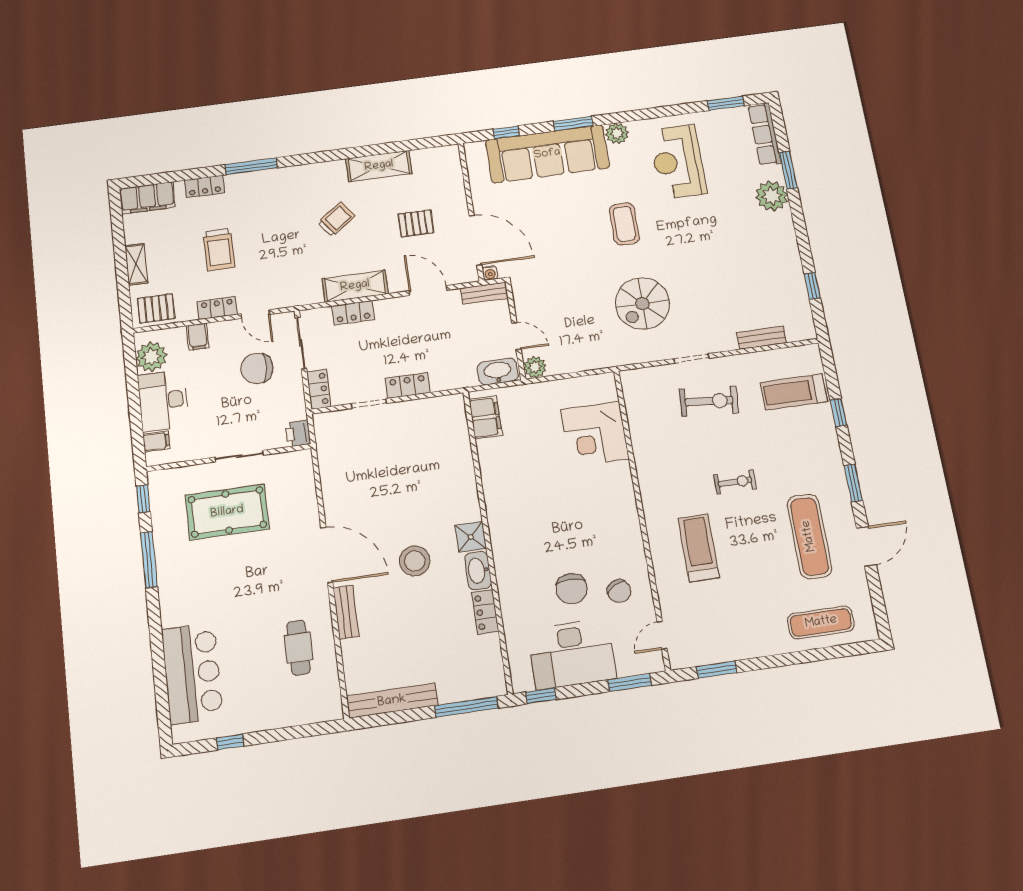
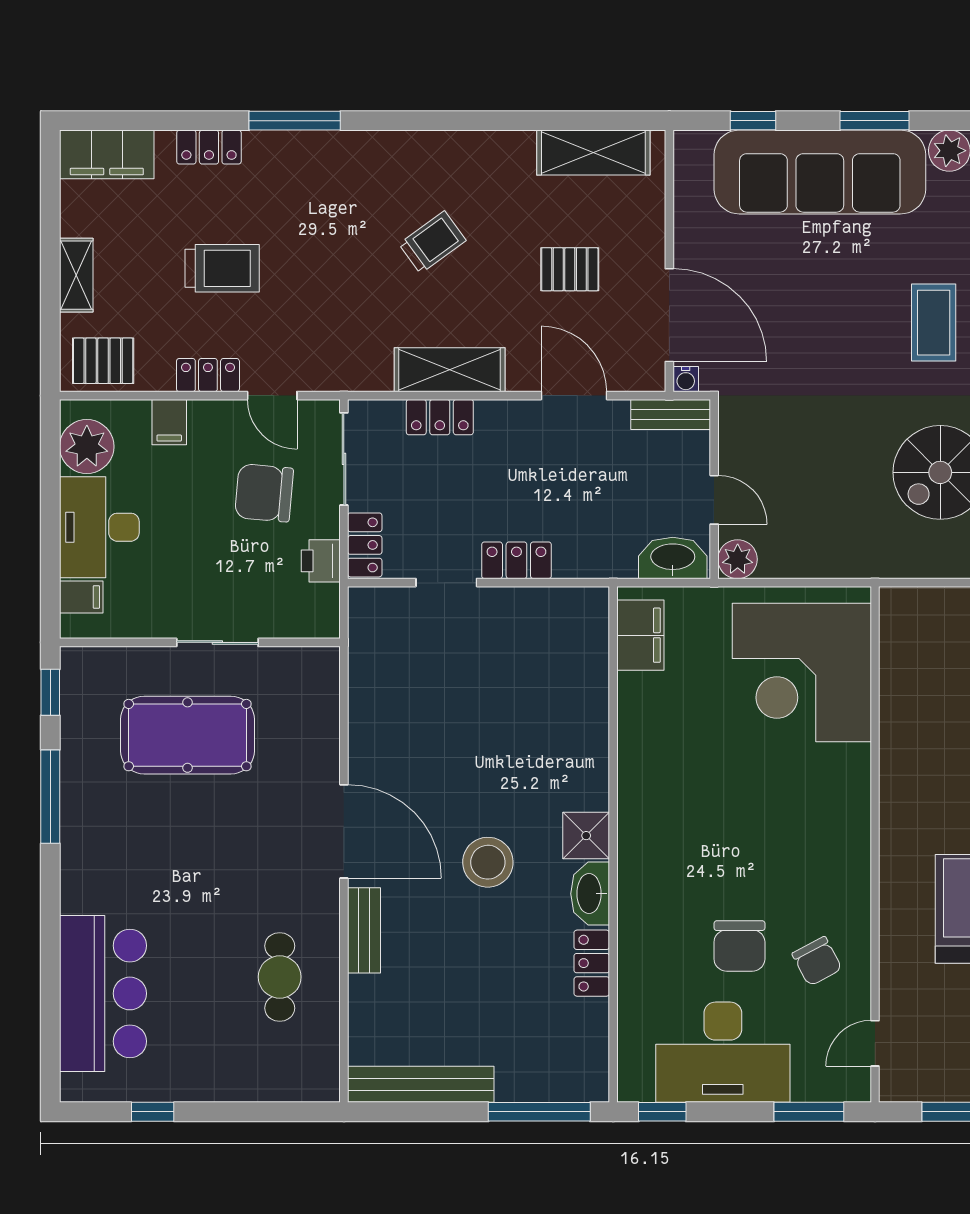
shelving: (379, 166) -> (593, 153), moved
trolley: (219, 249) -> (222, 268), turned -90
printer: (298, 433) -> (321, 561), moved
corner desk: (595, 434) -> (802, 673), width x1.36, depth x1.36

